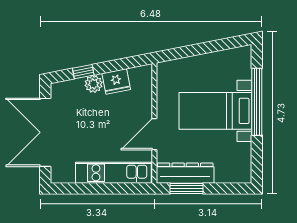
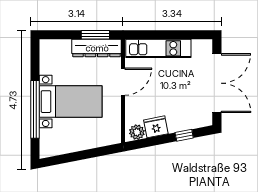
plant: (94, 84) -> (137, 132), moved

